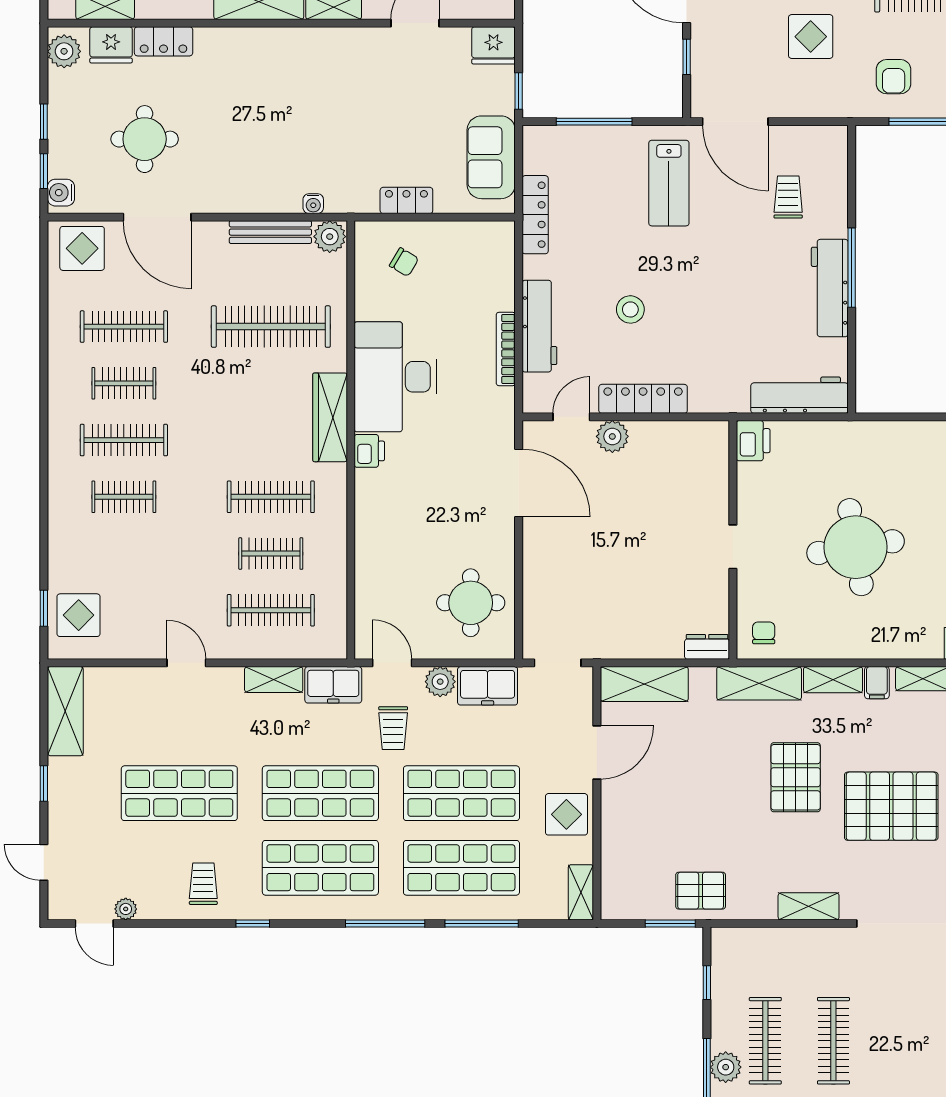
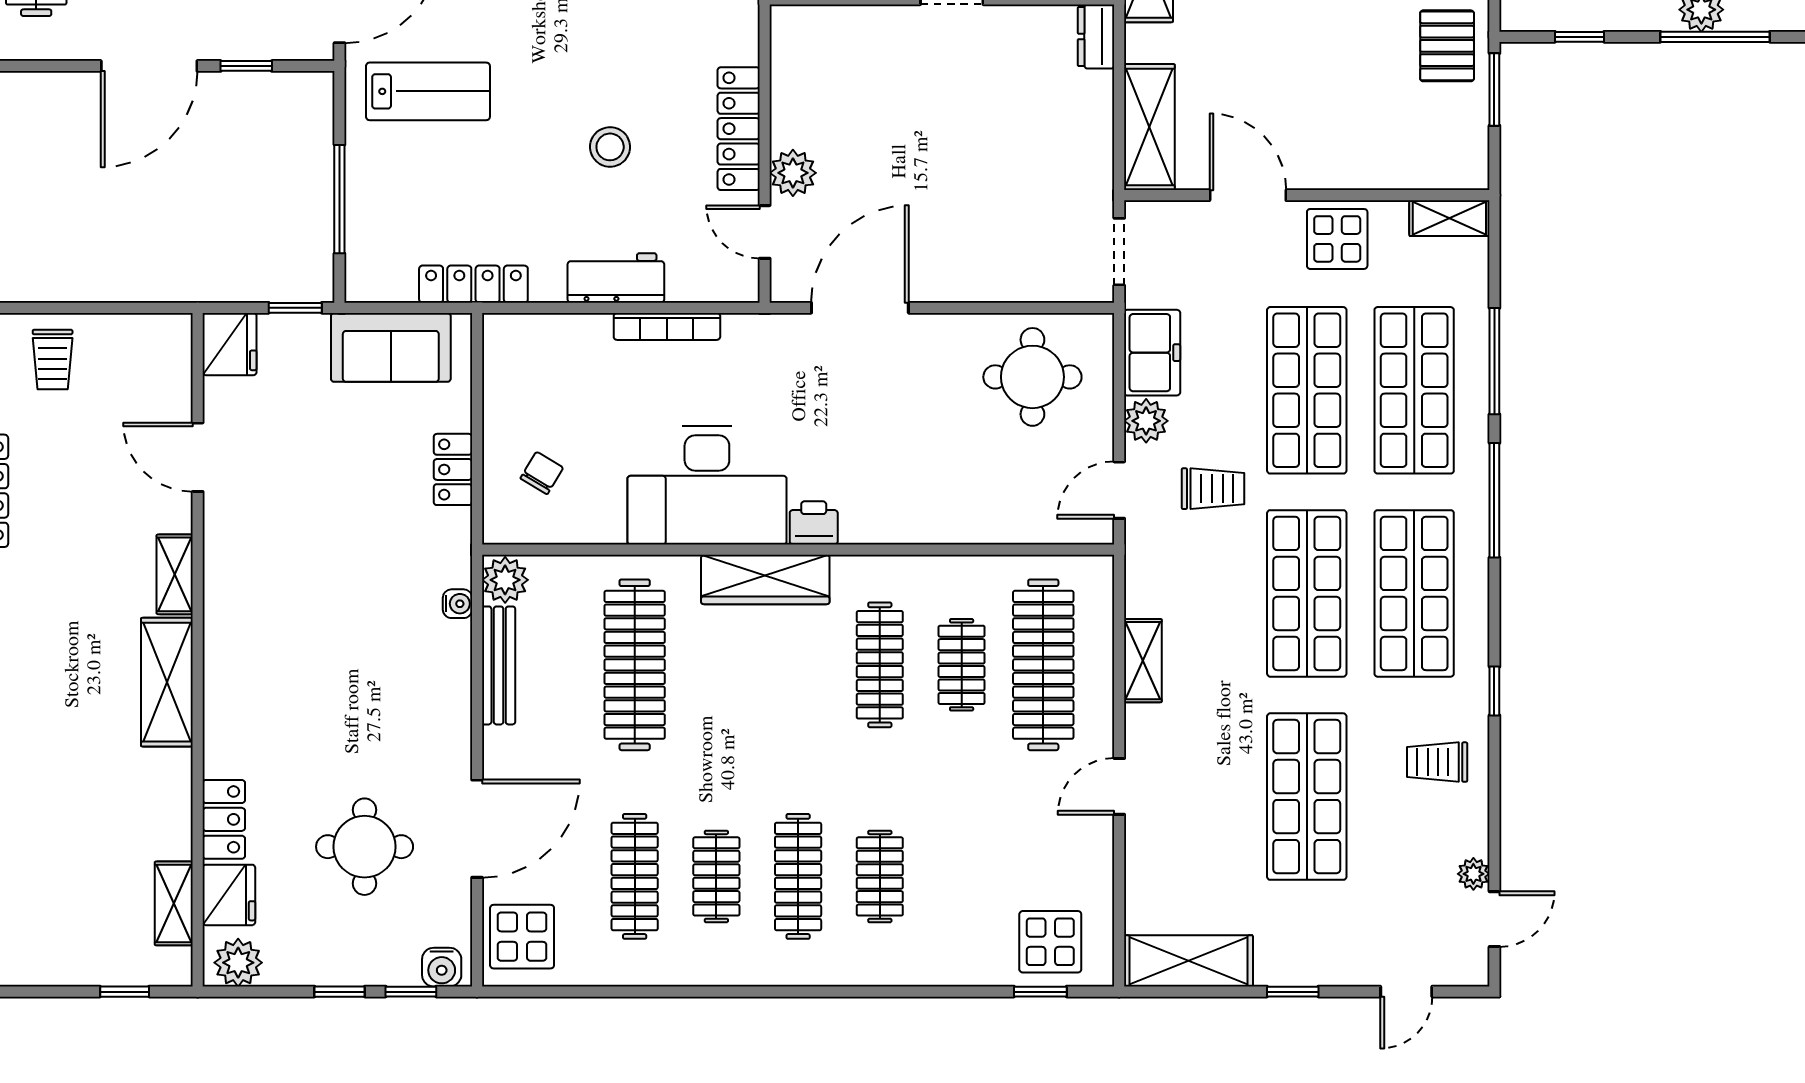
workbench: (539, 326) -> (616, 278), width x0.73
clothes rail: (271, 610) -> (1043, 665), width x1.37, depth x1.31
freezer: (333, 685) -> (1151, 575), removed

